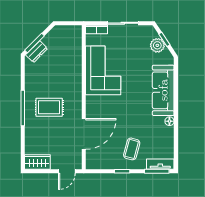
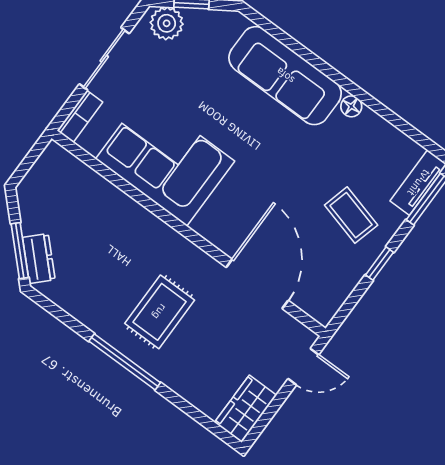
plant: (157, 45) -> (167, 23), moved
door: (67, 171) -> (303, 367), hinge flipped

